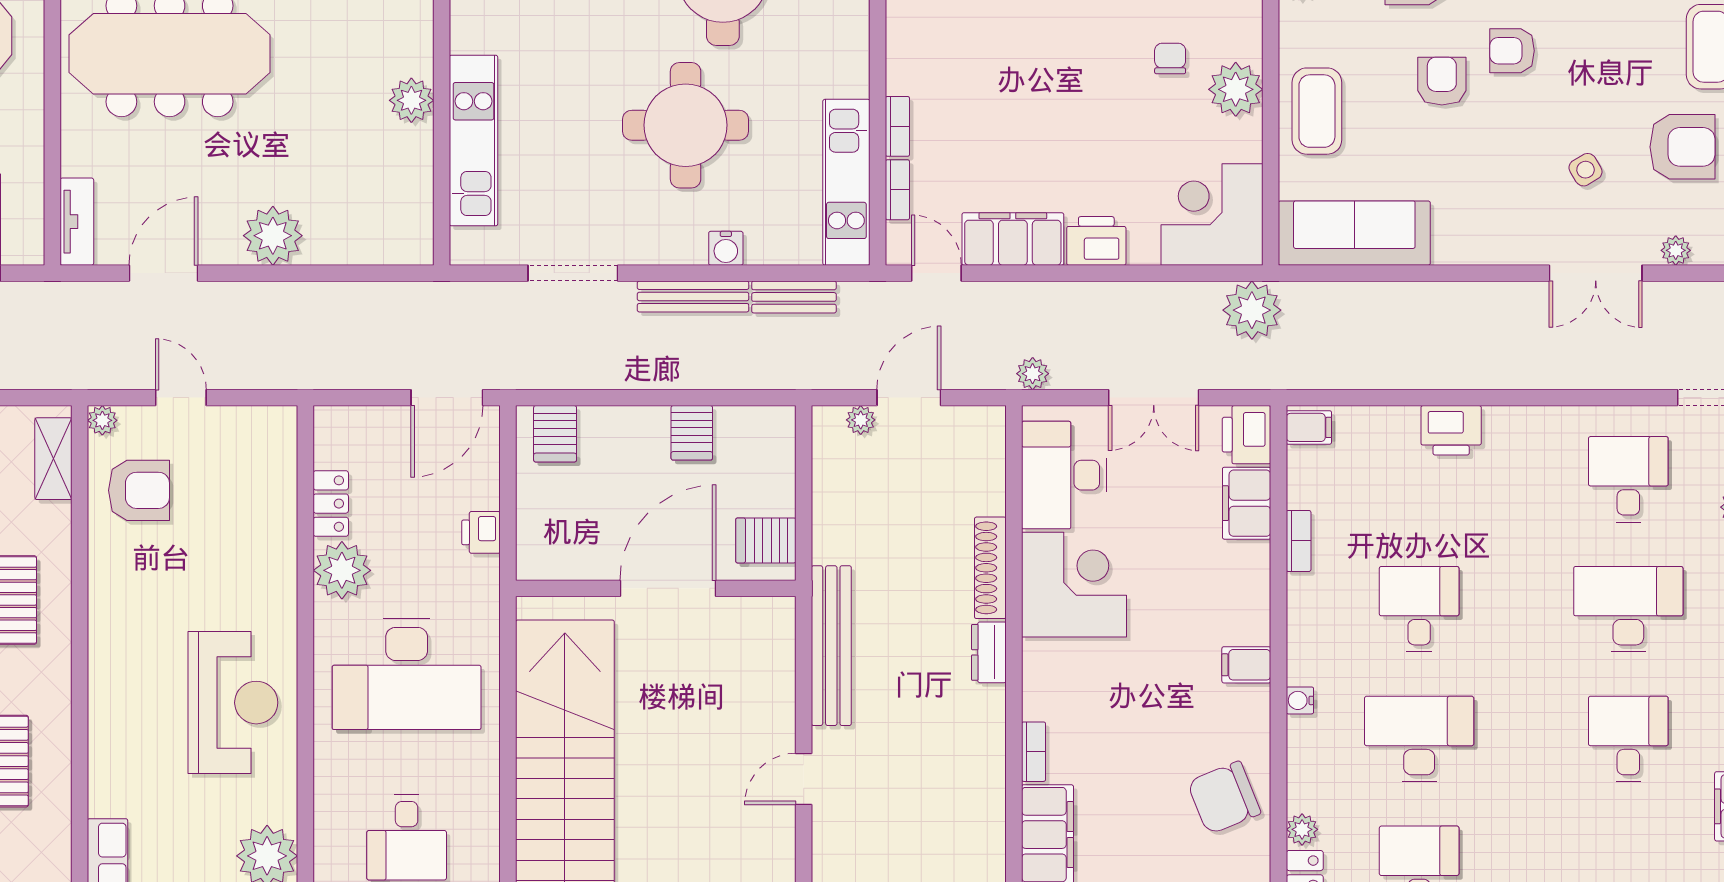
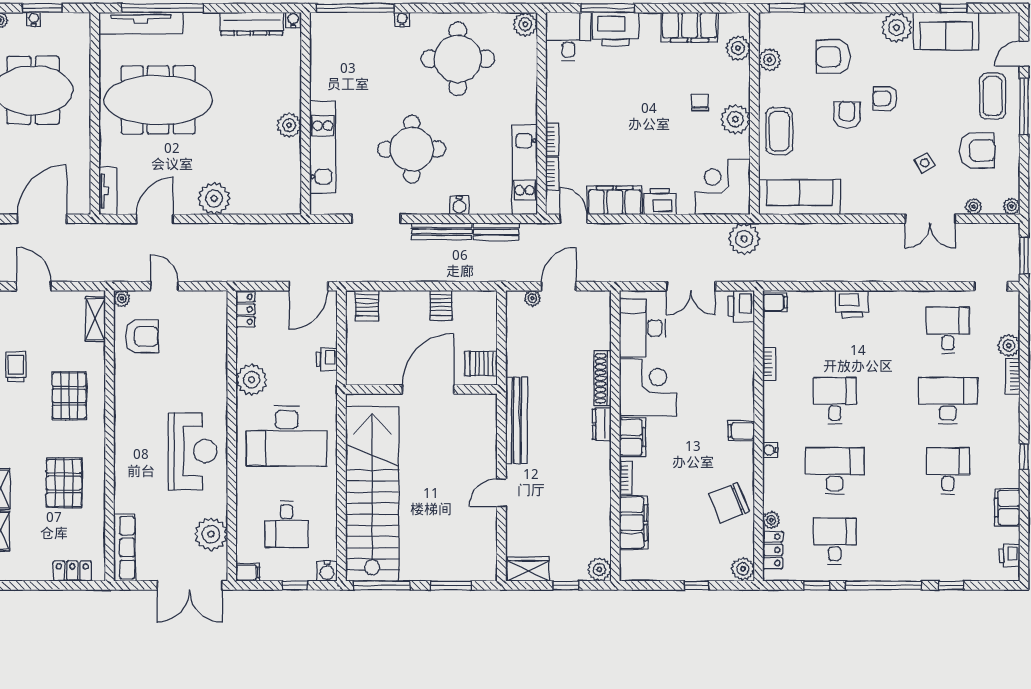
round table: (686, 125) -> (412, 149), moved
plant: (1033, 374) -> (625, 273), removed
filing cabinet: (1247, 503) -> (633, 437), moved, turned 180
locker: (331, 504) -> (245, 309), moved

